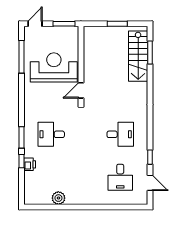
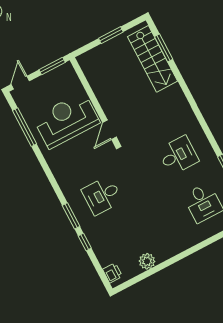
printer: (30, 164) -> (112, 273), moved

